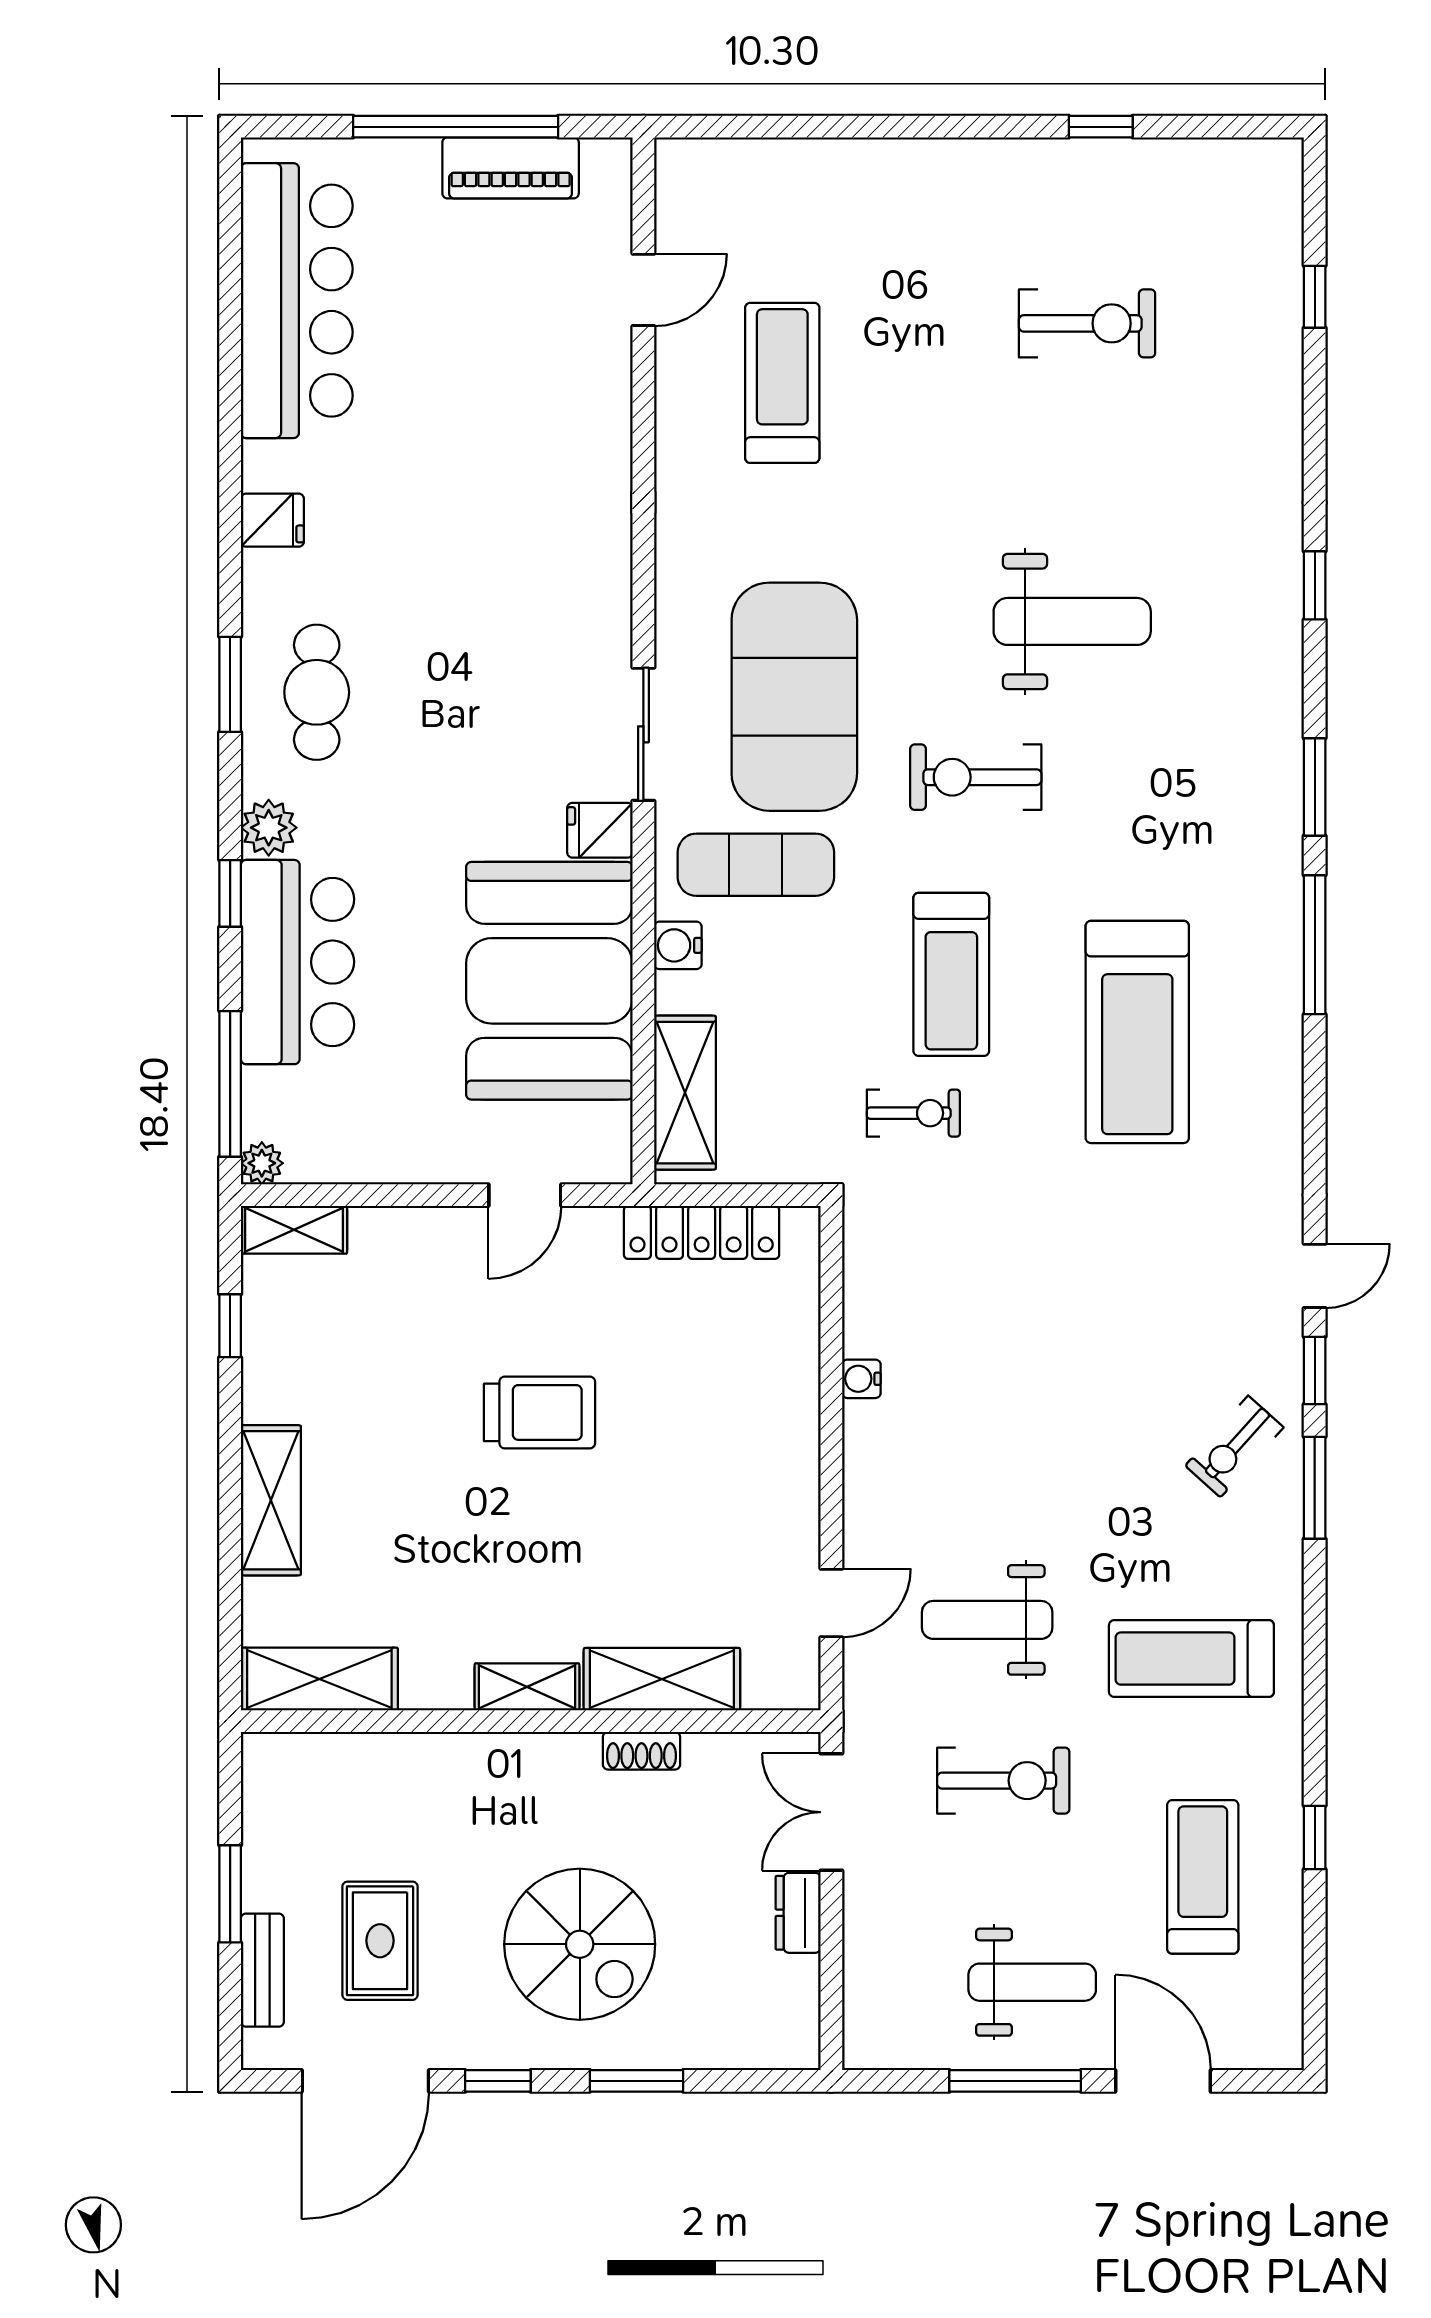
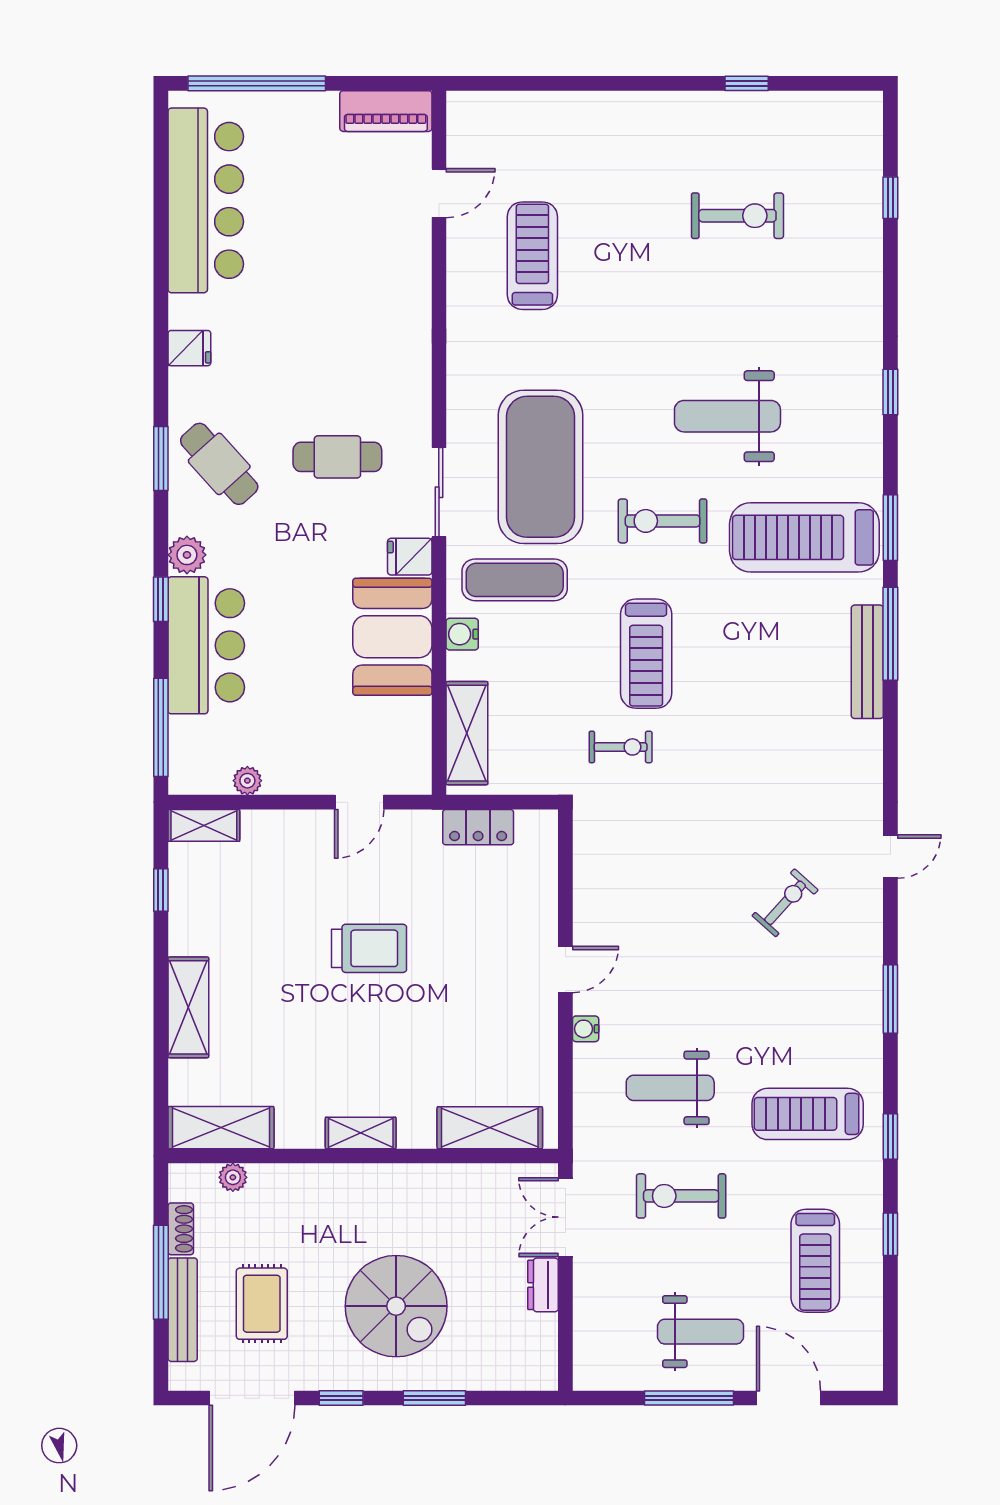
window: (456, 127) -> (257, 83), moved
piano: (511, 168) -> (386, 111), moved
weight bench: (1072, 621) -> (727, 416), turned 180
cafe table: (492, 682) -> (337, 457), added
cafe table: (317, 692) -> (219, 464), turned -42
booth: (549, 981) -> (392, 637), width x0.73, depth x0.70
bench: (1280, 987) -> (867, 662), added
treadmill: (1137, 1032) -> (804, 537), moved, turned 90
plant: (262, 1163) -> (247, 781), moved
locker: (702, 1232) -> (478, 827), width x0.66
window: (1315, 1370) -> (890, 1136), moved
water cooler: (861, 1379) -> (586, 1029), moved
exercise bike: (1234, 1447) -> (785, 903), moved, turned 180
door: (831, 1603) -> (565, 969), moved
shelving: (662, 1679) -> (490, 1128), moved
shoe rack: (641, 1751) -> (181, 1229), moved, turned -90
plant: (337, 1753) -> (233, 1177), added
exercise bike: (1003, 1781) -> (681, 1196), turned 180
treadmill: (1203, 1877) -> (815, 1261), turned 180
window: (230, 1894) -> (161, 1272), width x1.44
bench: (262, 1970) -> (183, 1310), width x1.36

